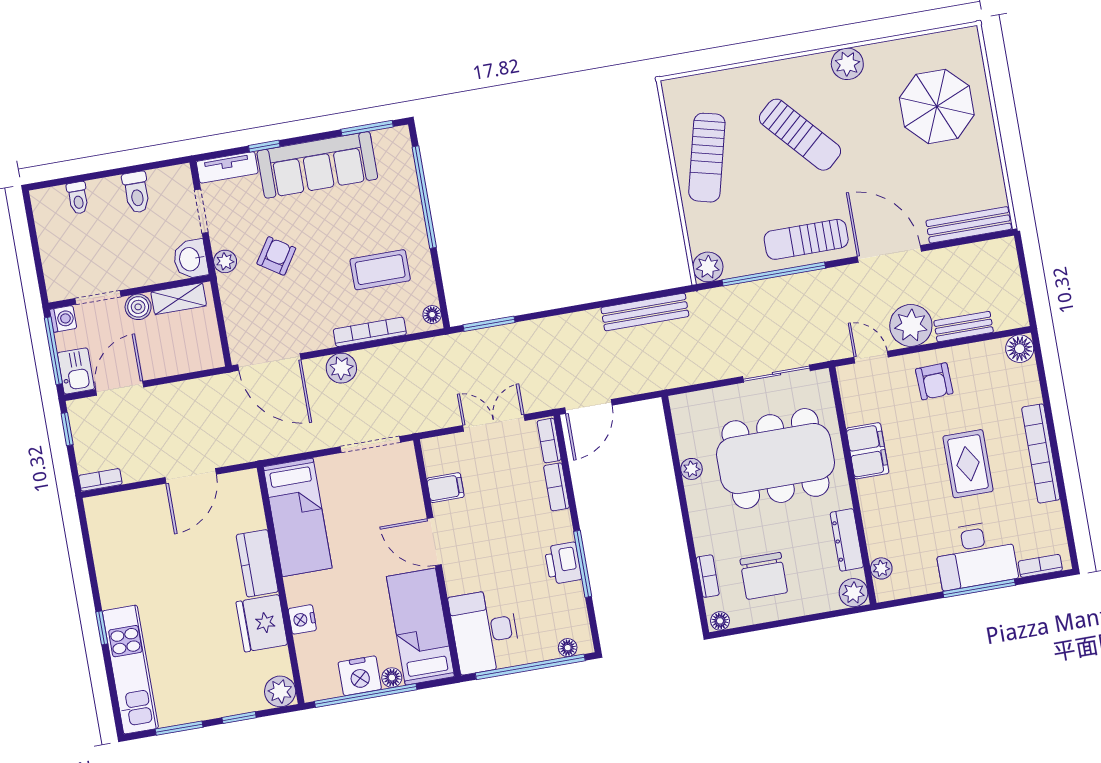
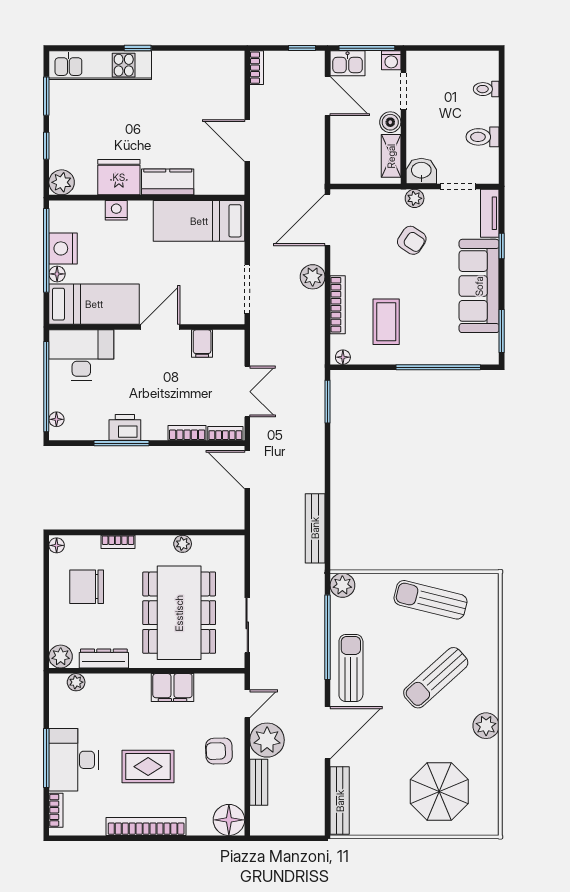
floor lamp: (1020, 349) -> (229, 820), width x1.38, depth x1.38
bookcase: (708, 576) -> (118, 542), moved

